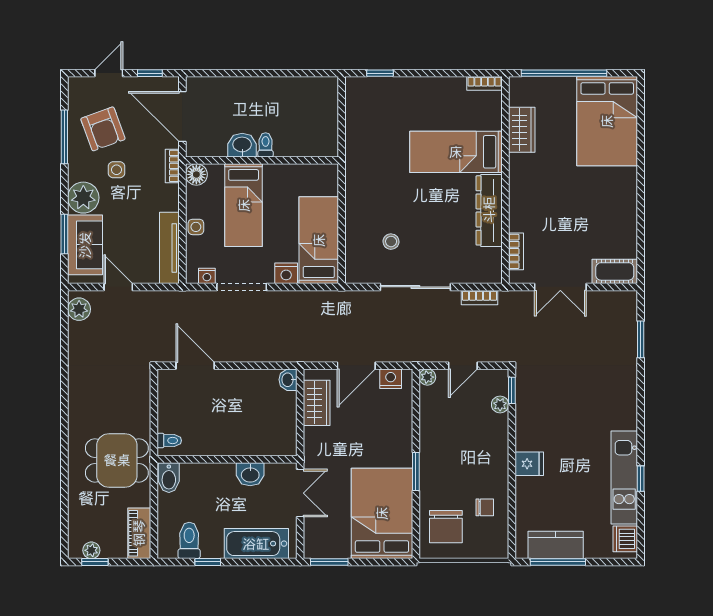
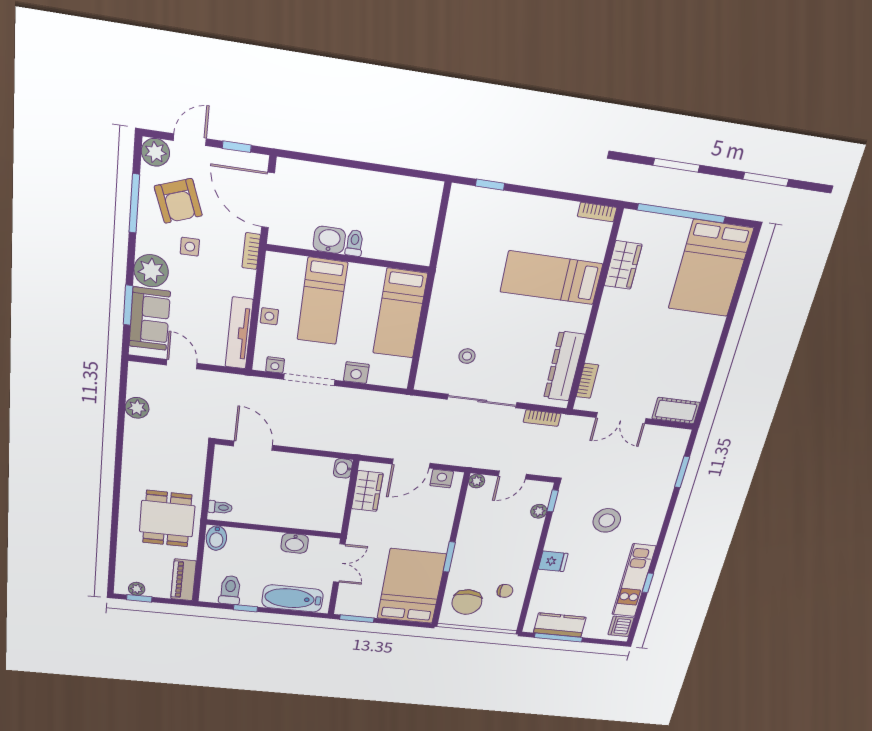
plant: (80, 89) -> (155, 152), added
floor lamp: (196, 174) -> (276, 263), removed
dresser: (489, 210) -> (564, 366), moved
bed: (319, 240) -> (400, 314), moved, turned 180
plant: (79, 309) -> (137, 408), moved
stool: (575, 407) -> (607, 520), added
dining table: (117, 460) -> (167, 519), turned 90

